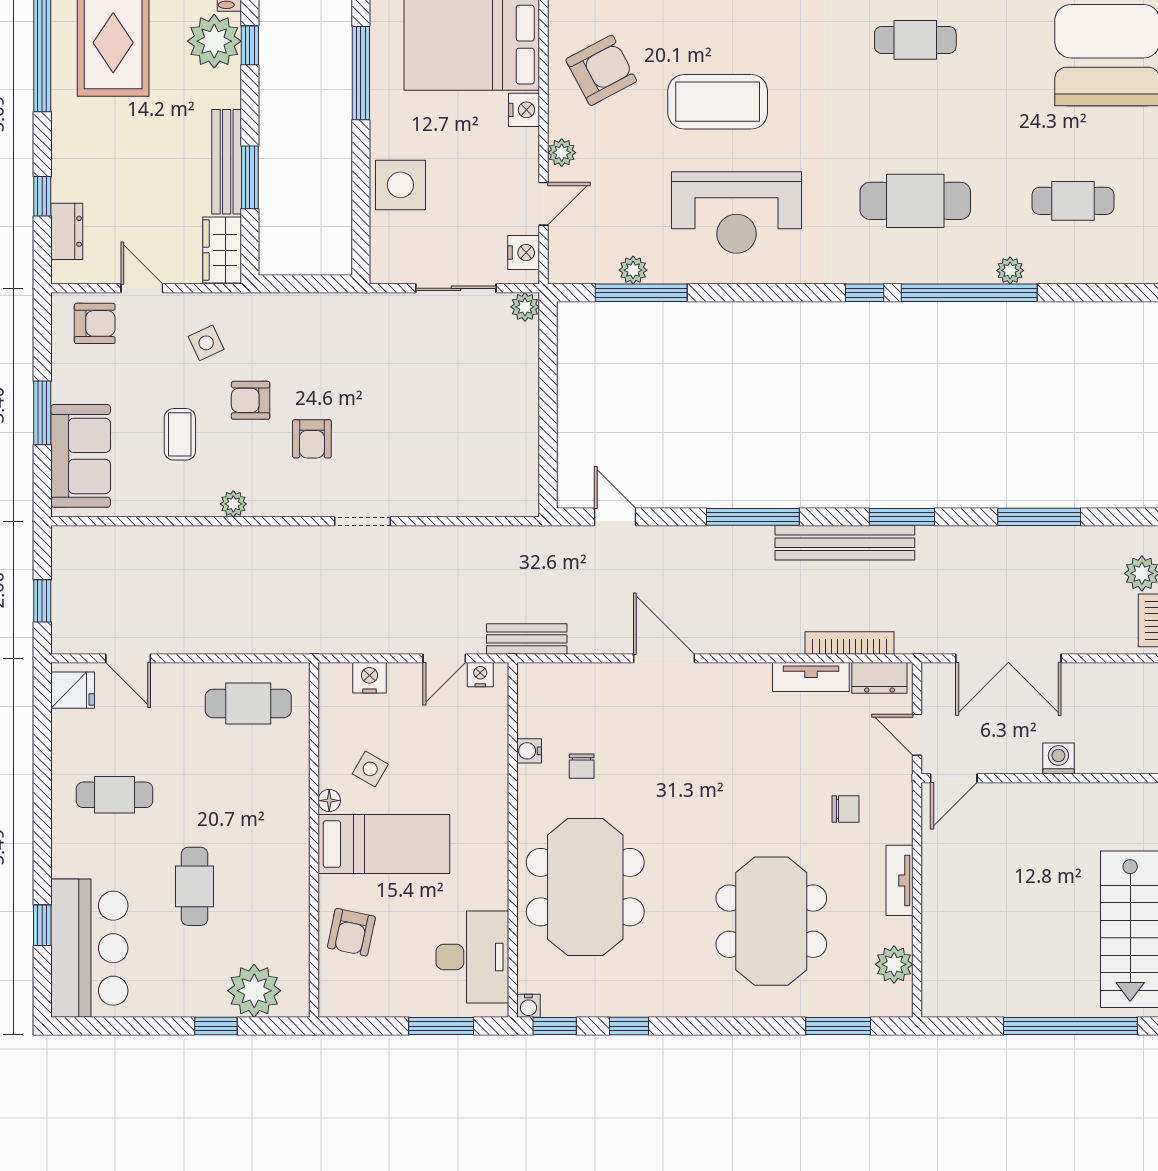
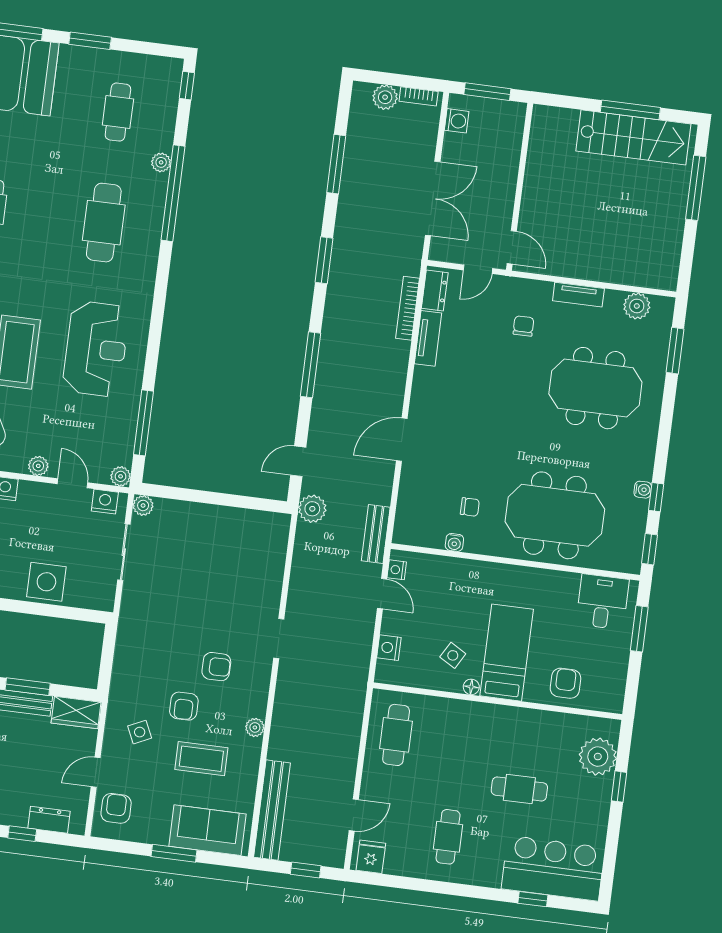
plant: (633, 270) -> (121, 476), moved
window: (865, 293) -> (187, 86), moved
coffee table: (180, 434) -> (201, 759), width x1.36, depth x1.30
bench: (845, 543) -> (272, 810), moved
plant: (551, 545) -> (312, 509), added
washing machine: (1058, 759) -> (457, 121), moved, turned 180
armchair: (351, 932) -> (565, 683), turned -102
desk: (472, 957) -> (603, 602), width x0.73
water cooler: (528, 1006) -> (643, 490), moved
window: (1070, 1026) -> (696, 188), width x0.68

